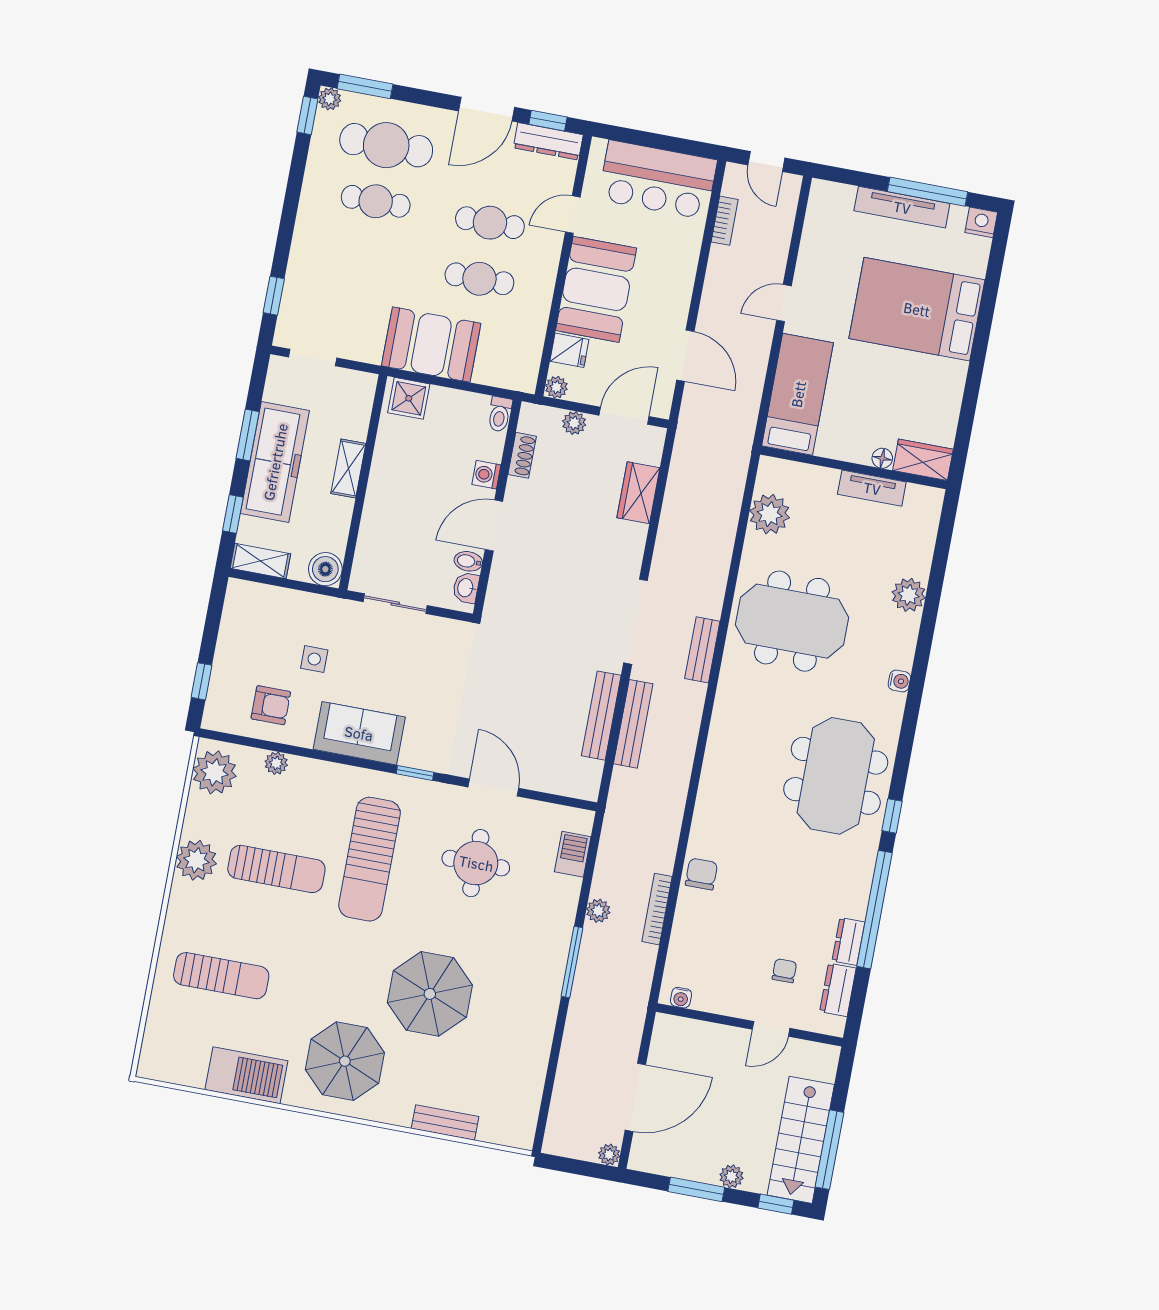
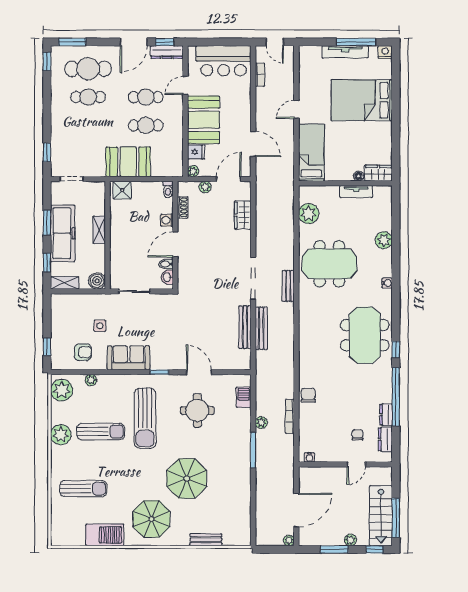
plant: (330, 99) -> (56, 51), removed

